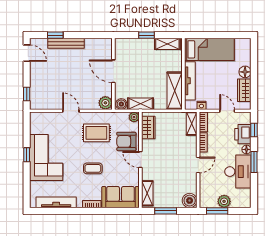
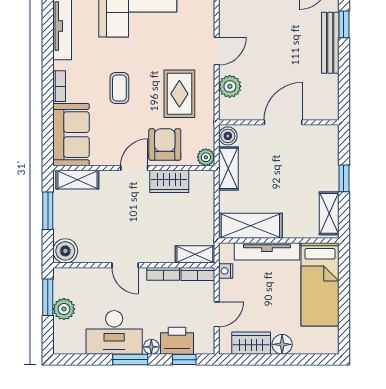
plant: (105, 103) -> (230, 86), moved
wardrobe: (148, 128) -> (169, 181), moved

